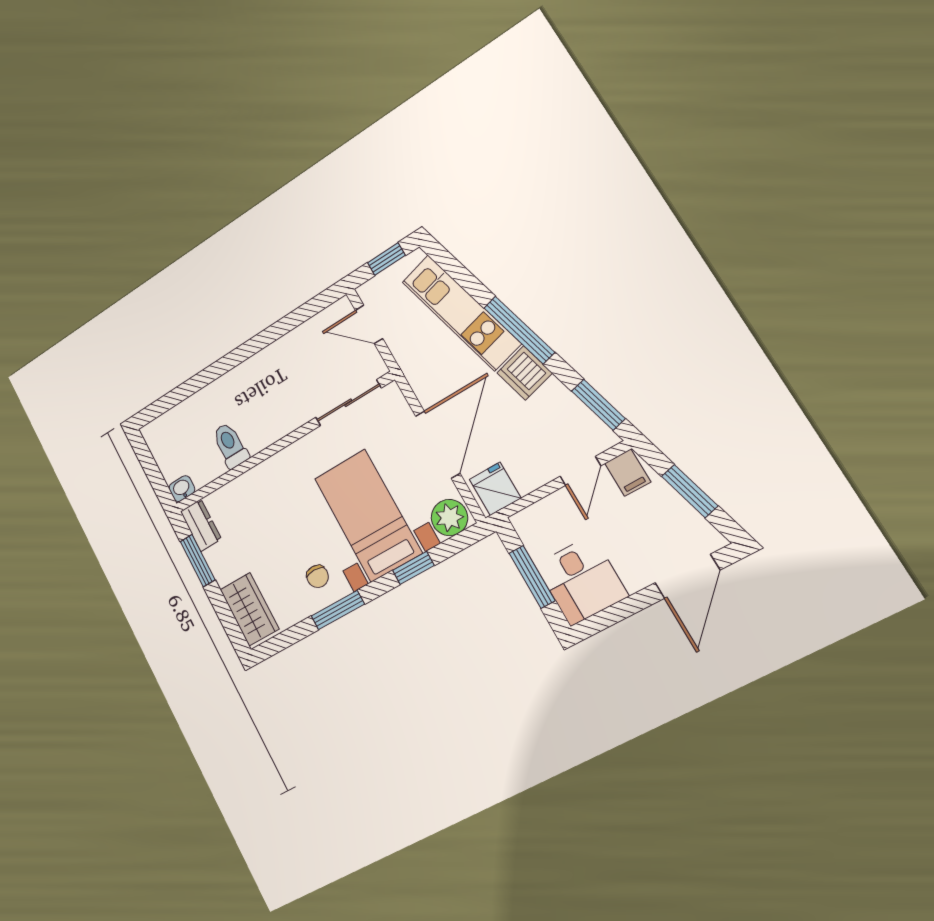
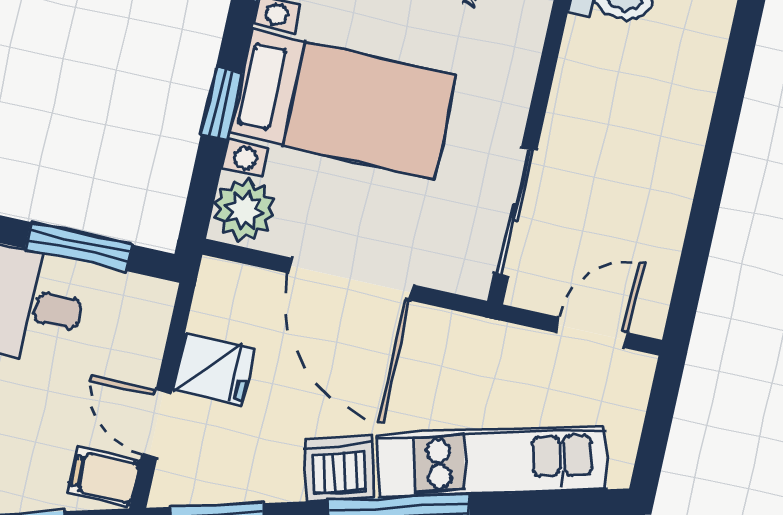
window: (386, 259) -> (655, 433), removed
fridge: (495, 489) -> (213, 369), moved

